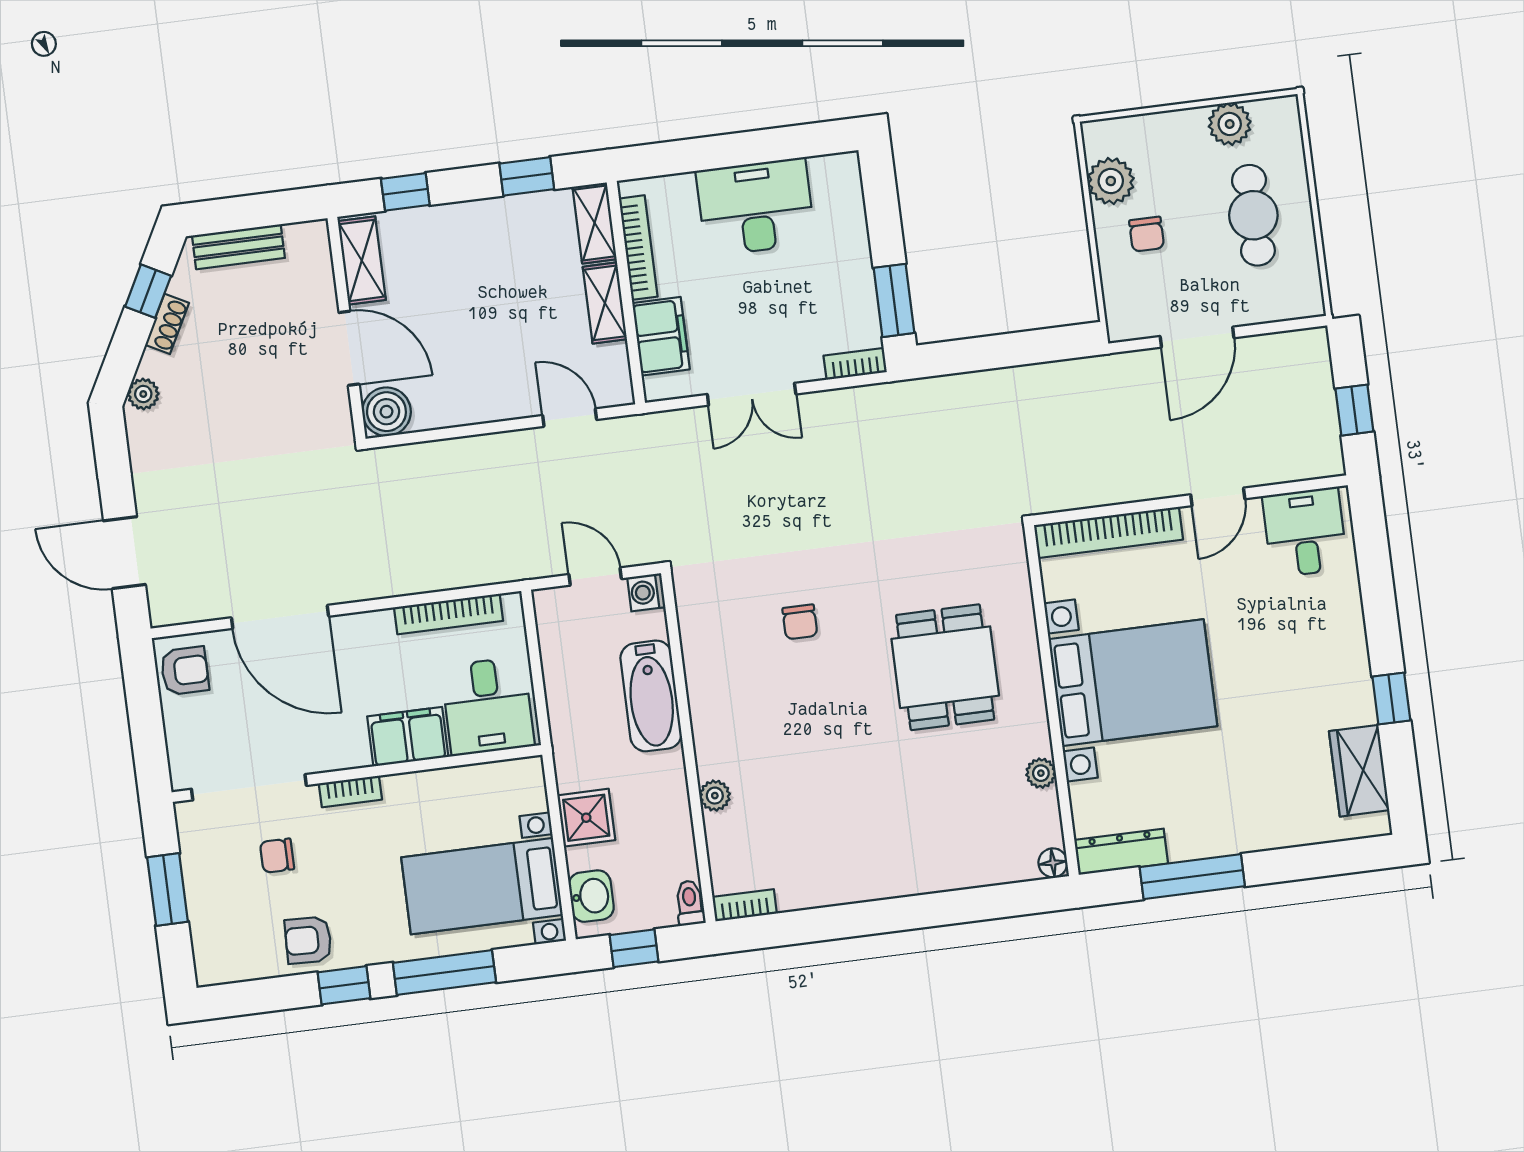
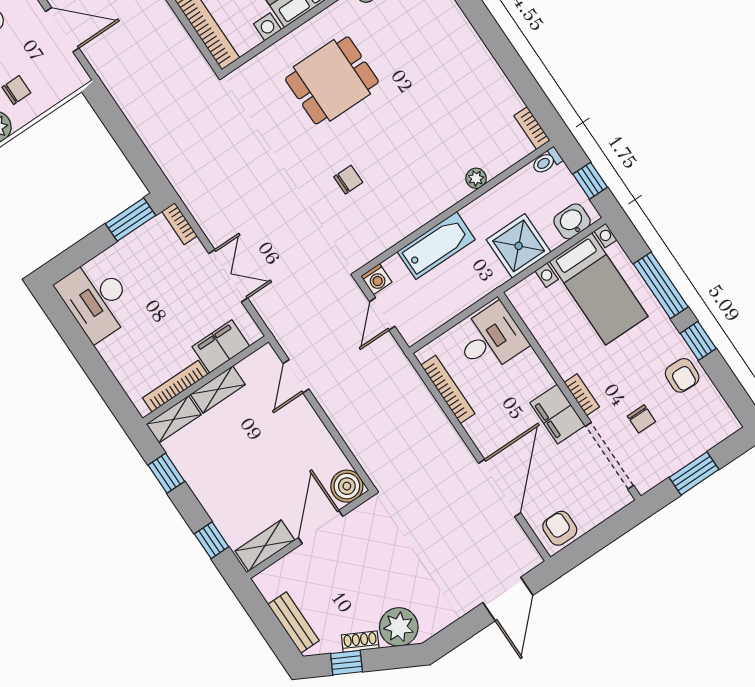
desk: (756, 207) -> (97, 299), moved
plant: (143, 394) -> (399, 627), width x1.87, depth x1.87
filing cabinet: (408, 737) -> (557, 414), moved
shower: (586, 818) -> (519, 246), width x1.36, depth x1.36

